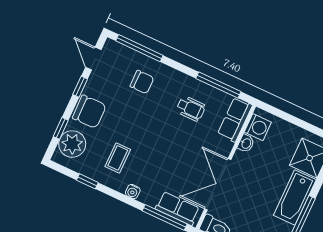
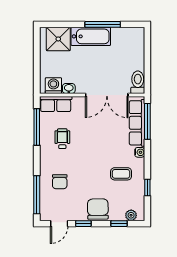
chair: (142, 82) -> (60, 182), turned 180
plant: (72, 144) -> (131, 215), width x0.53, depth x0.53
row of seats: (178, 209) -> (137, 123), width x1.48

